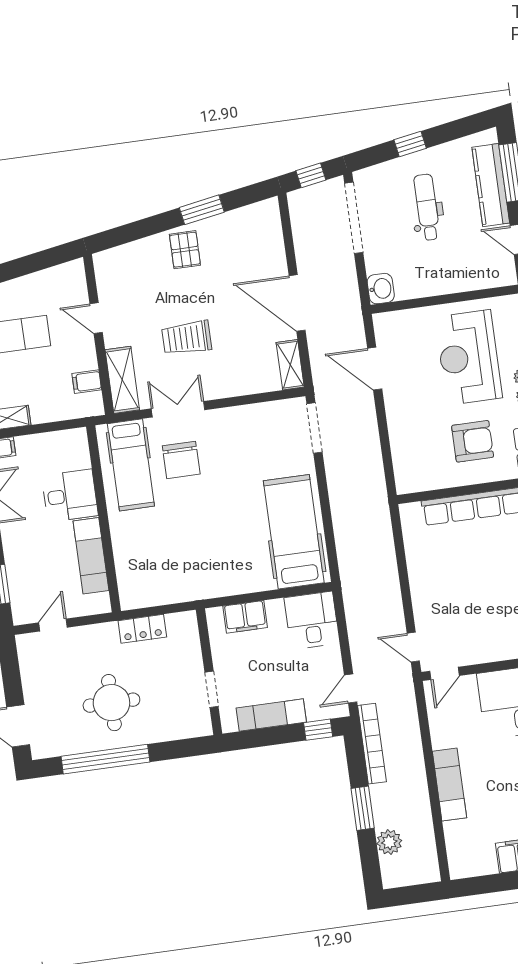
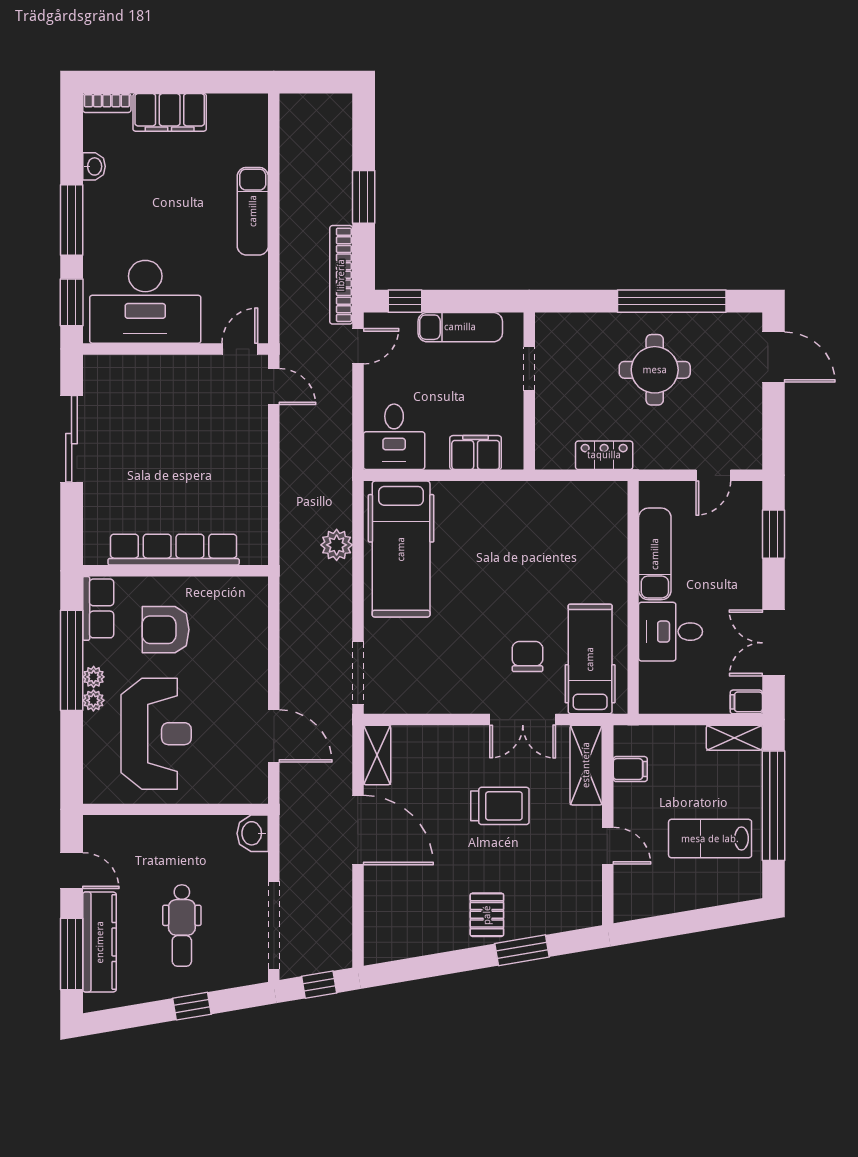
window: (202, 210) -> (522, 950), moved
chair: (181, 460) -> (527, 657), width x0.73, depth x0.73
plant: (389, 842) -> (337, 545), moved

